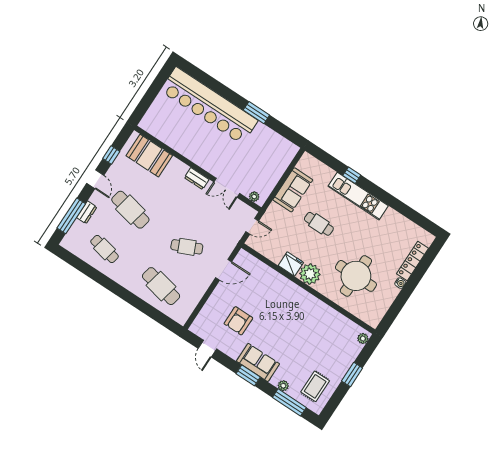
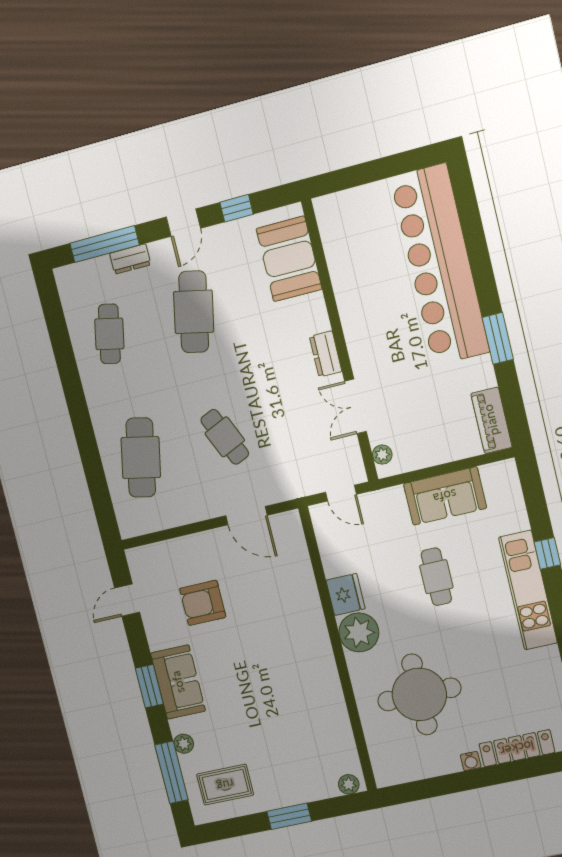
piano: (283, 145) -> (491, 420), added

